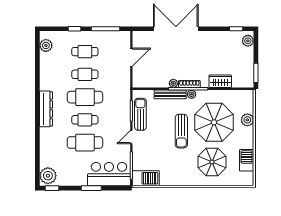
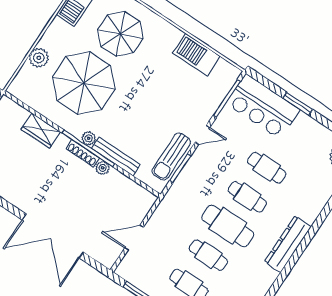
sun lounger: (181, 131) -> (133, 100), removed
cafe table: (85, 143) -> (267, 168), width x0.73, depth x0.74
barbecue: (146, 178) -> (197, 55), moved

